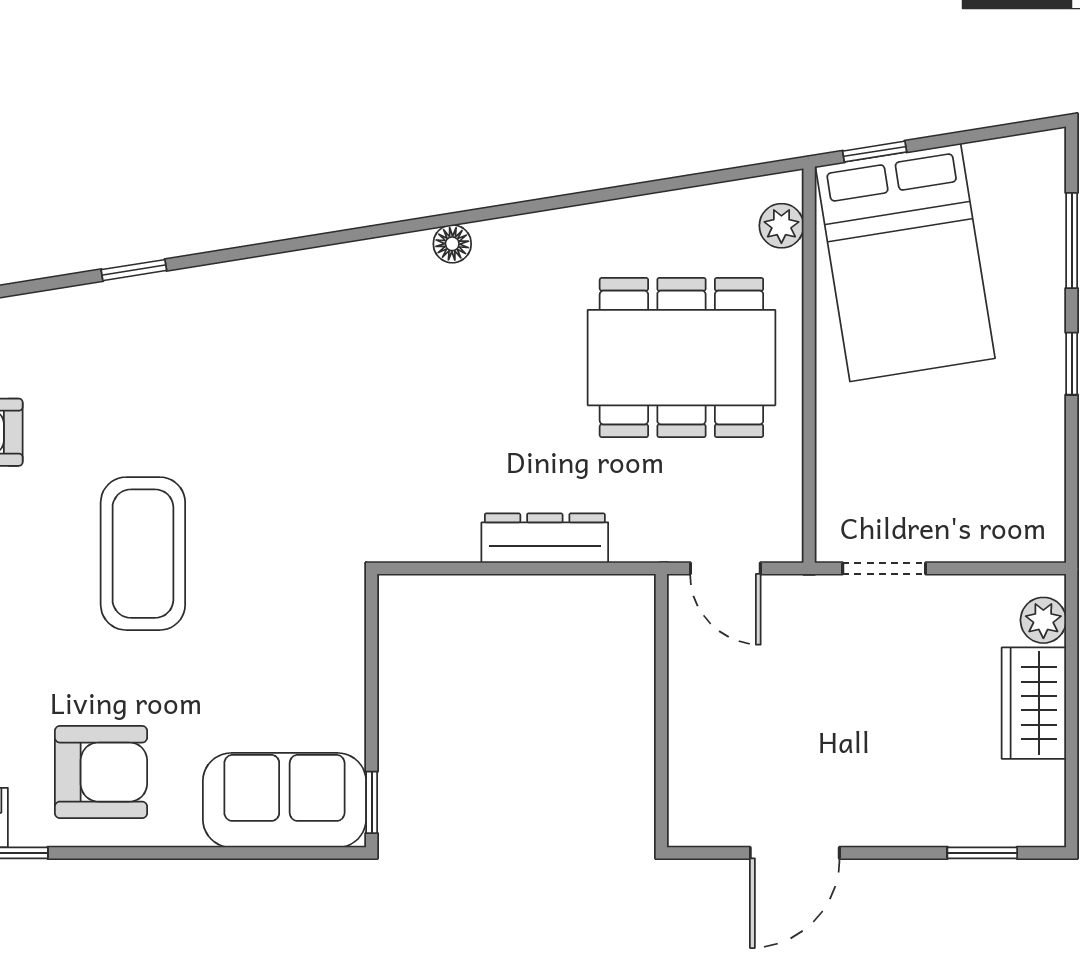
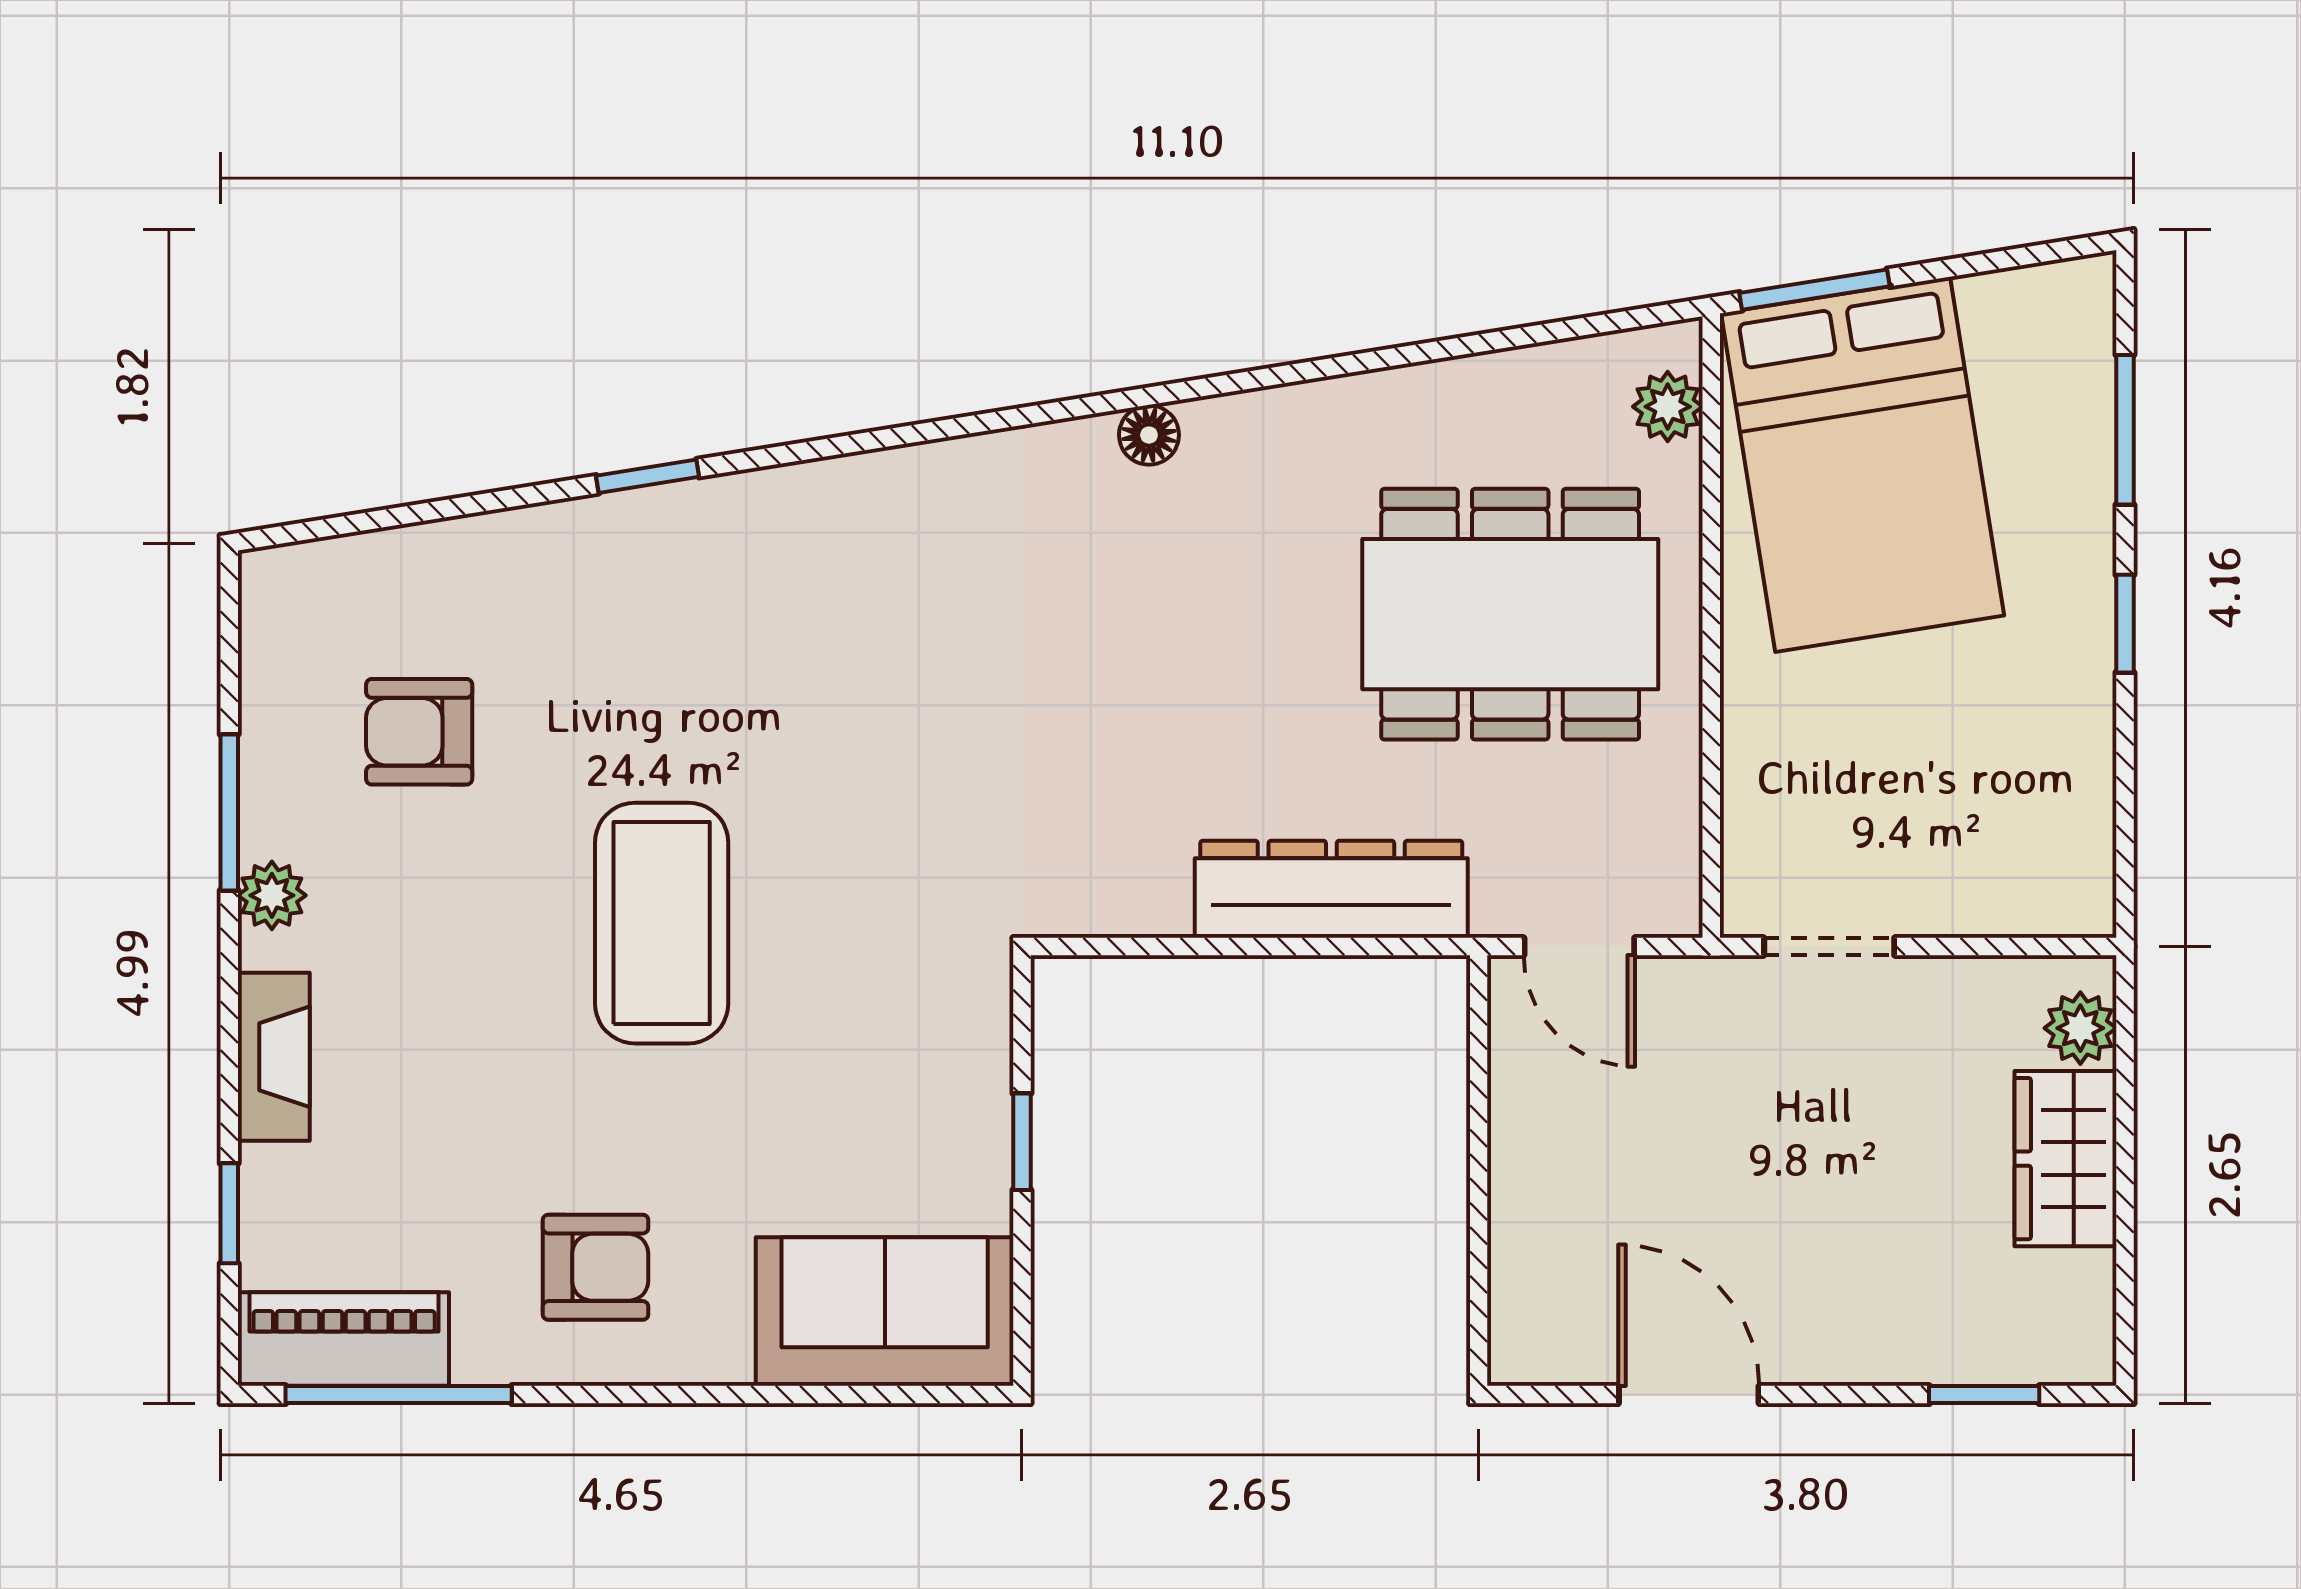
window: (875, 152) -> (1815, 290), width x1.50
dresser: (545, 538) -> (1331, 889), width x1.37, depth x1.24
armchair: (101, 772) -> (596, 1267), width x0.72, depth x0.72
window: (372, 802) -> (1022, 1142), moved
door: (795, 853) -> (1689, 1395), swing flipped

